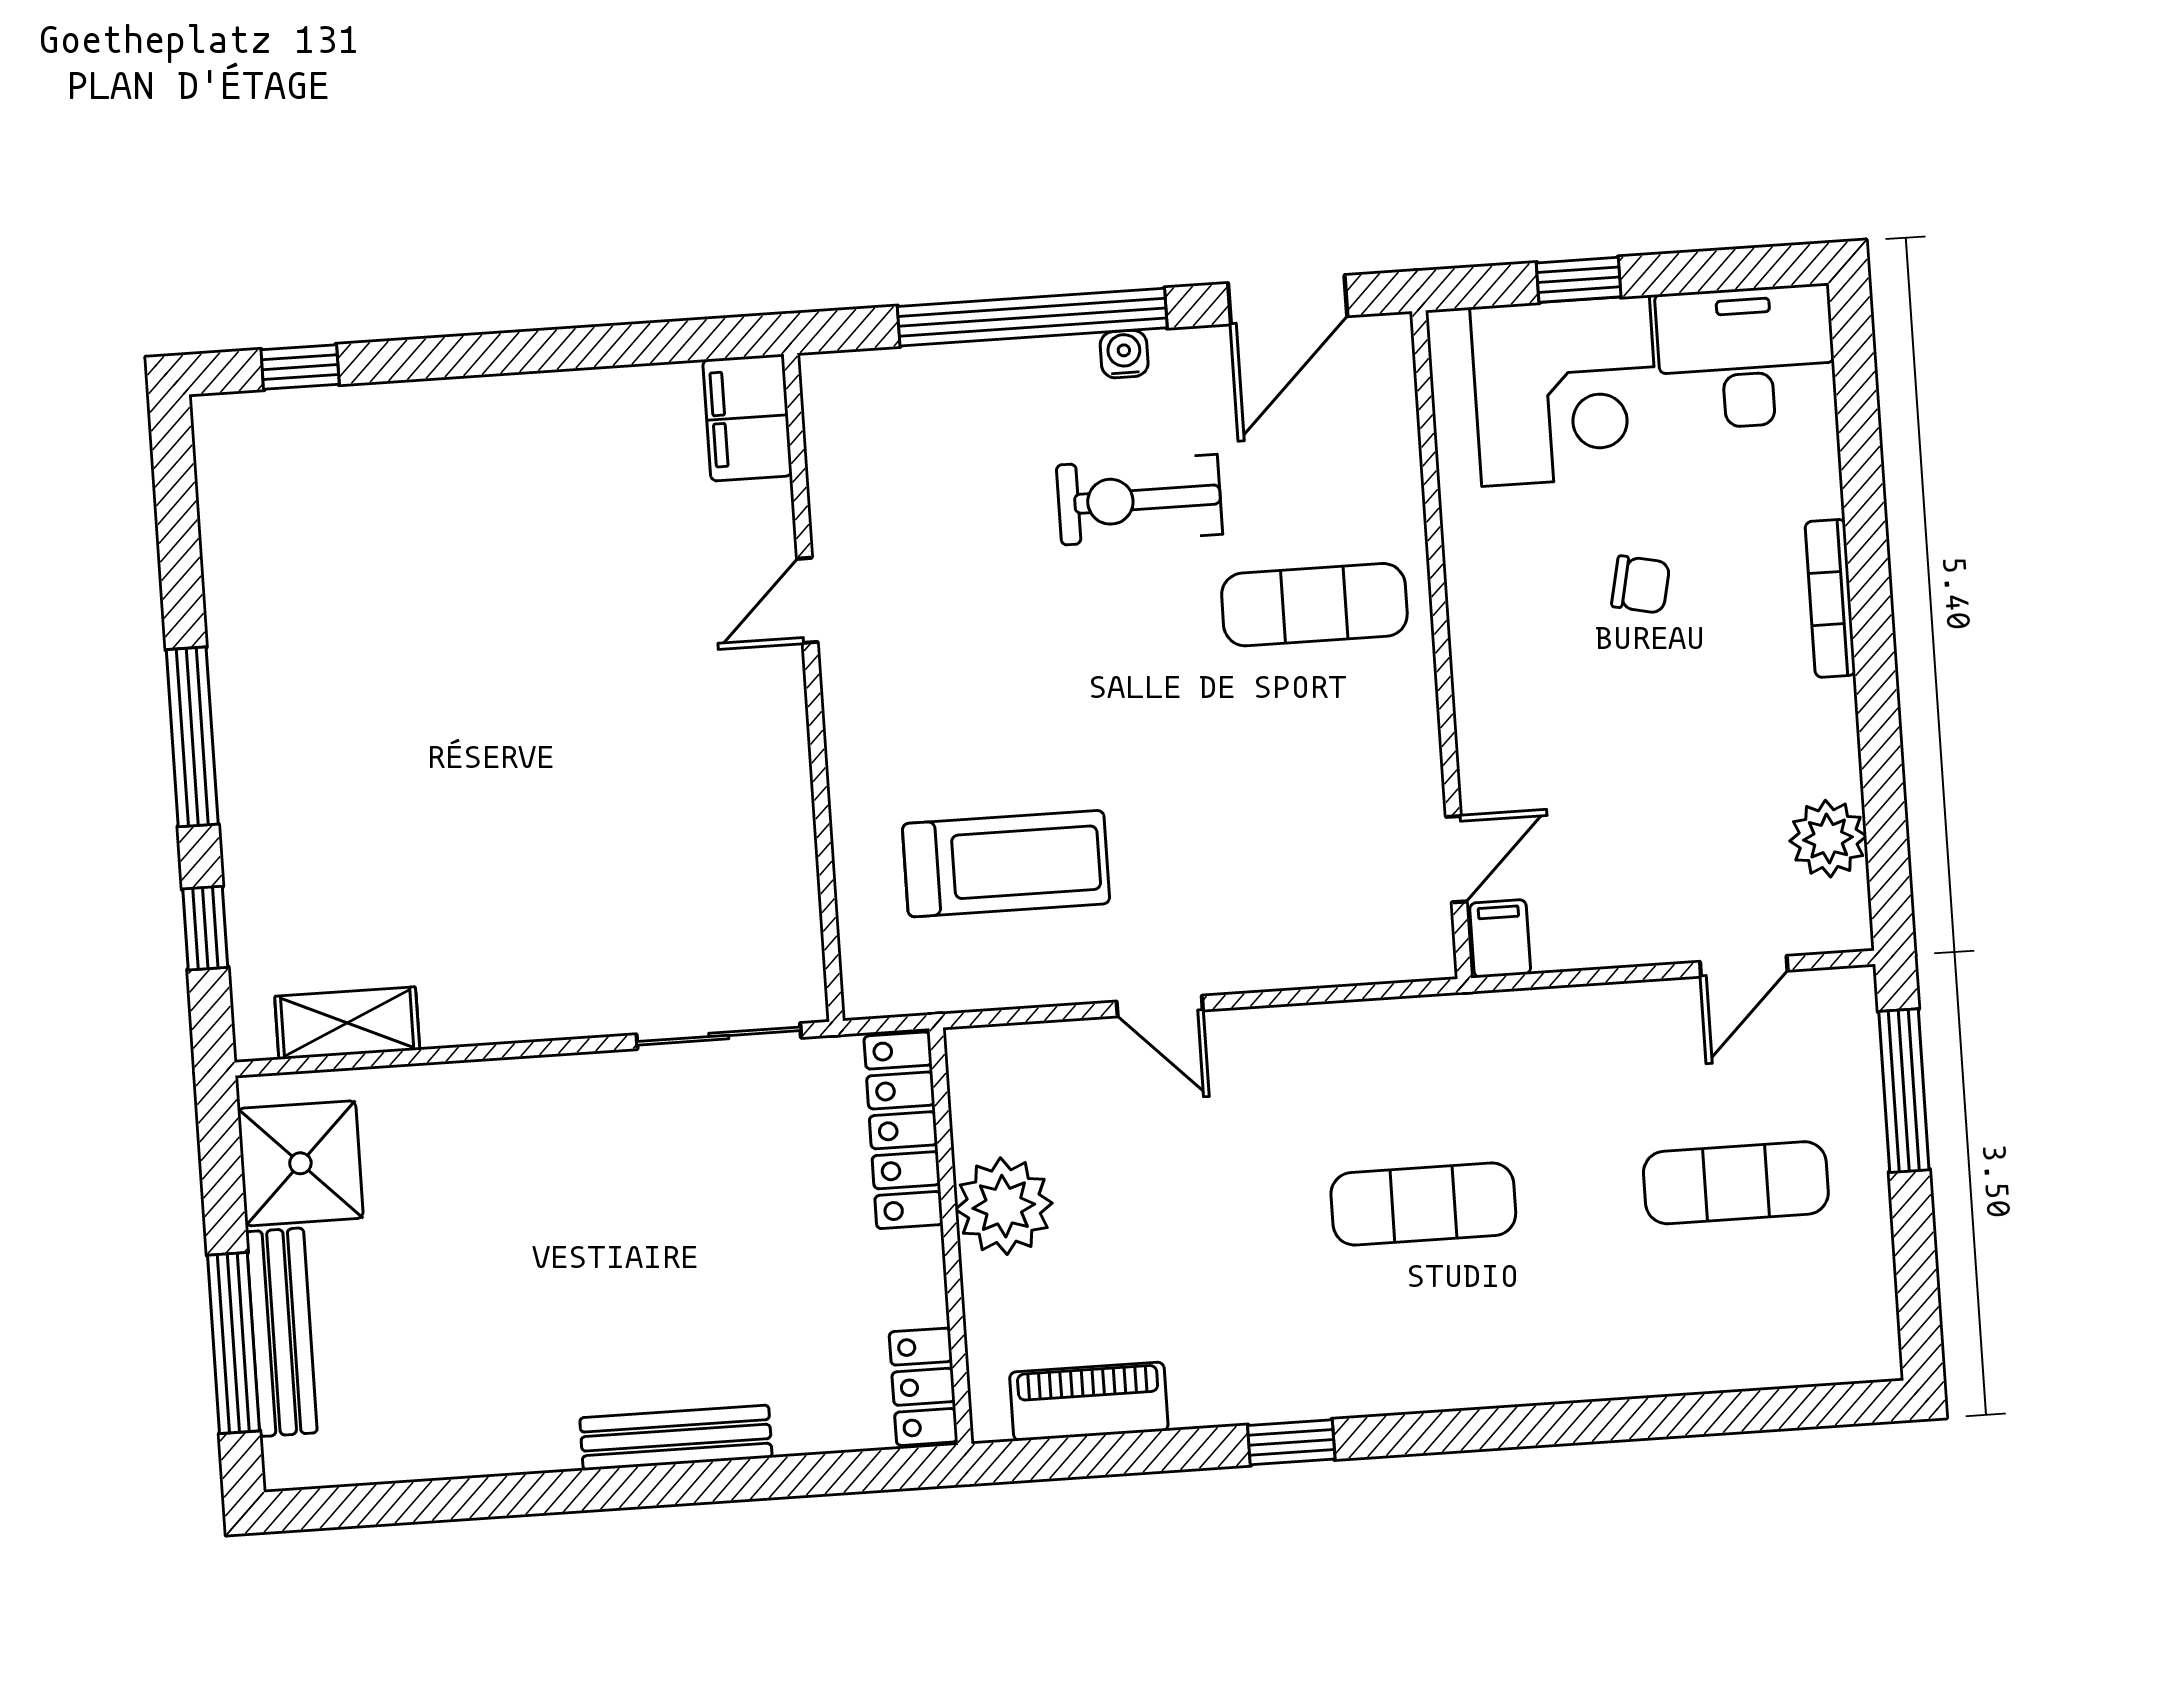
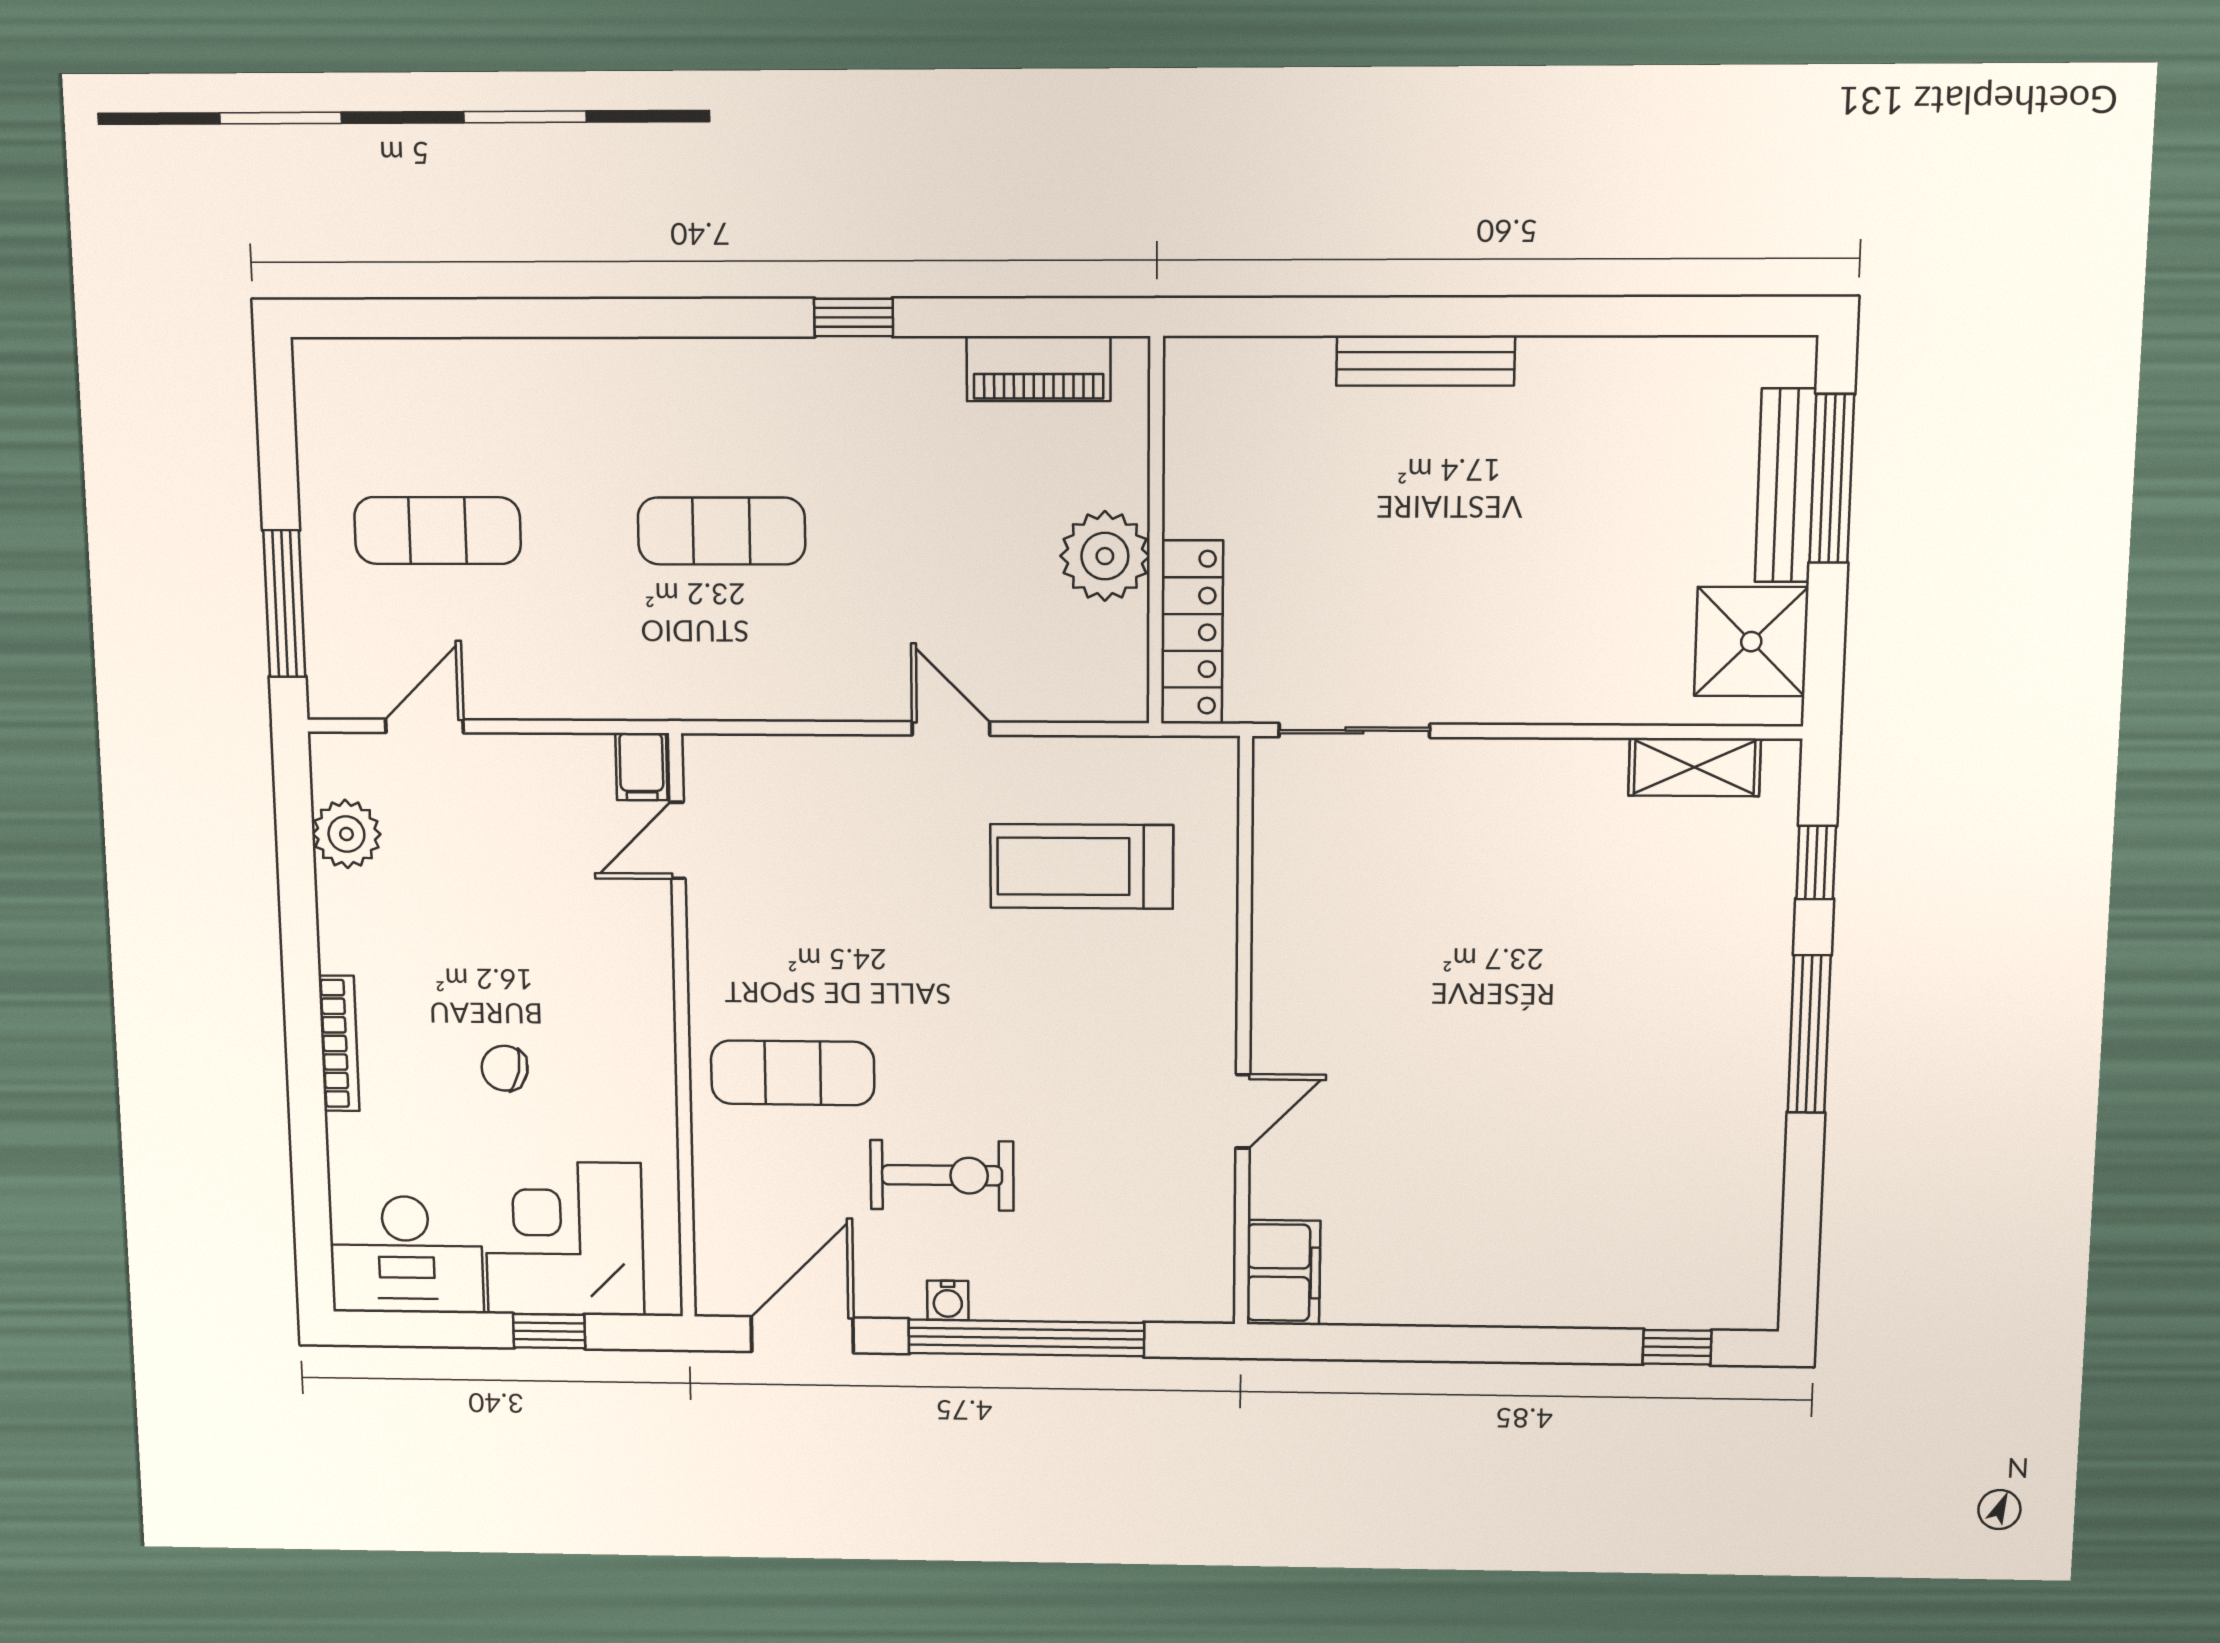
locker: (923, 1387) -> (1191, 393), removed

